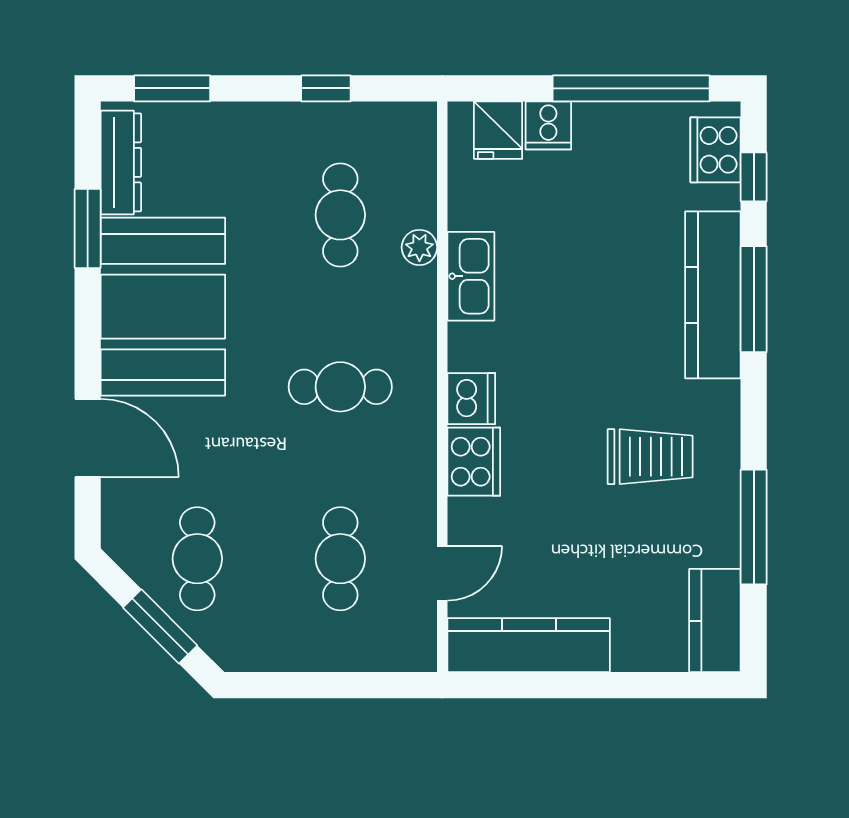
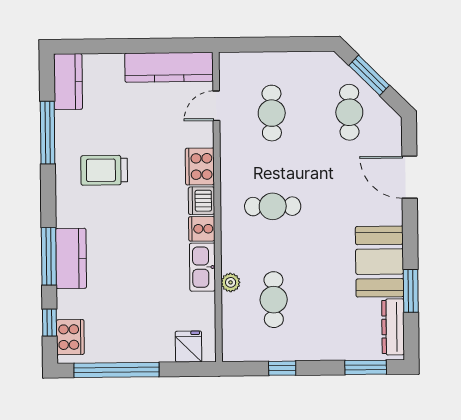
cooker: (548, 125) -> (202, 229), moved, turned -90
kitchen counter: (713, 295) -> (71, 258), width x0.67
booth: (163, 307) -> (380, 262), width x0.73, depth x0.70

